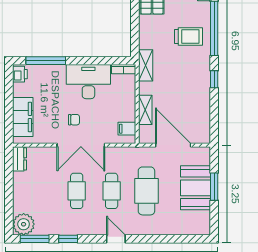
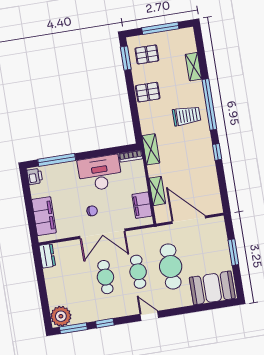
filing cabinet: (127, 129) -> (142, 205), width x2.00
booth: (196, 188) -> (212, 288), moved, turned 90

